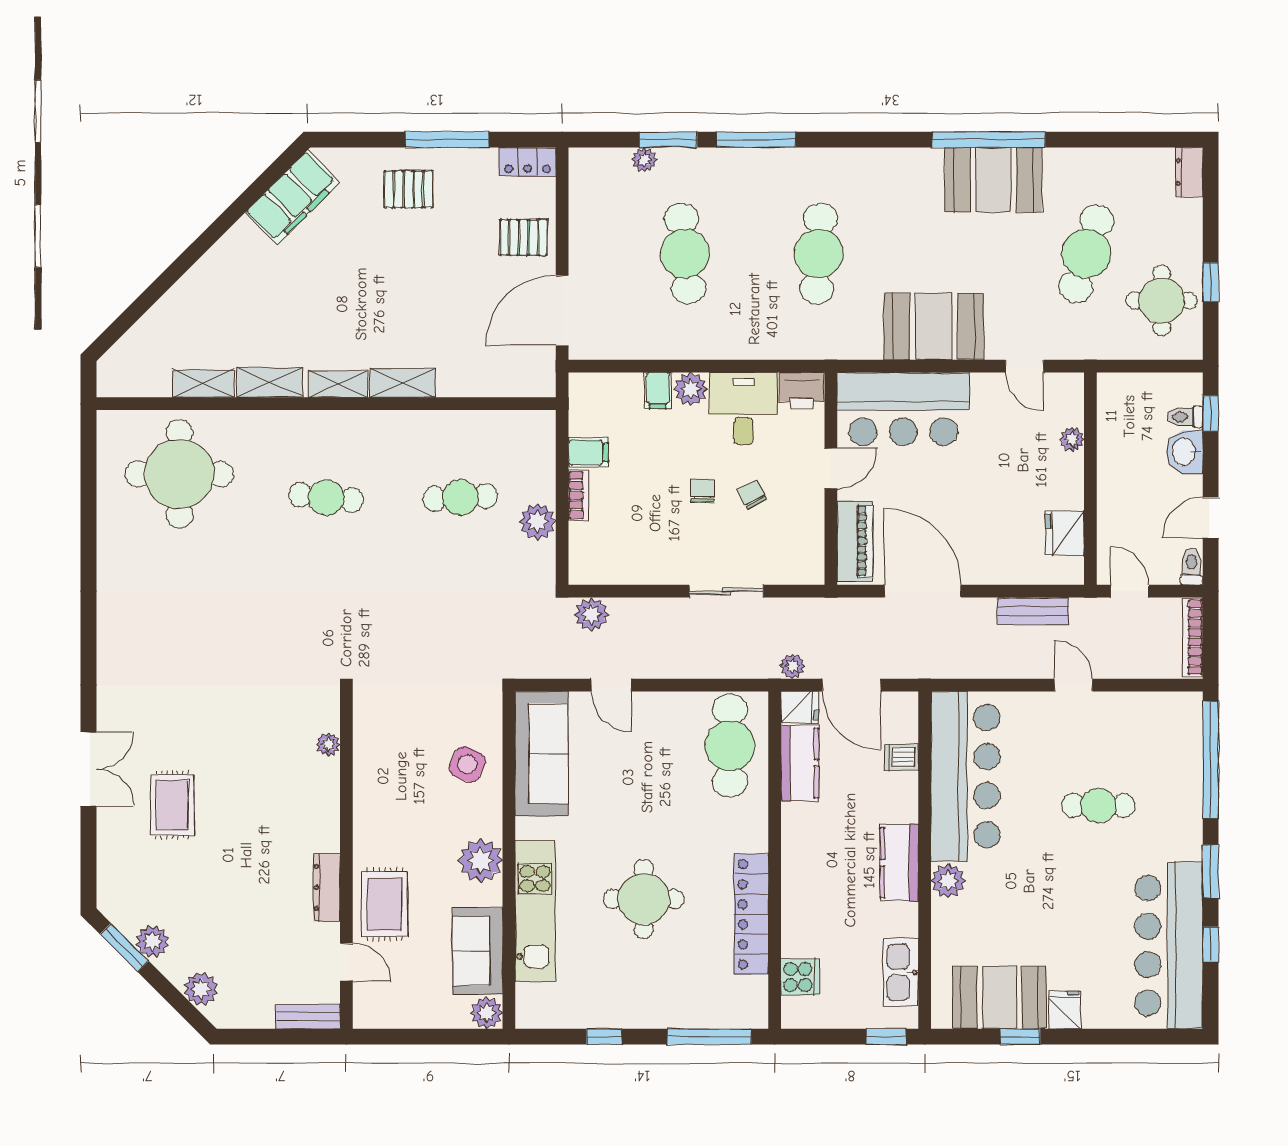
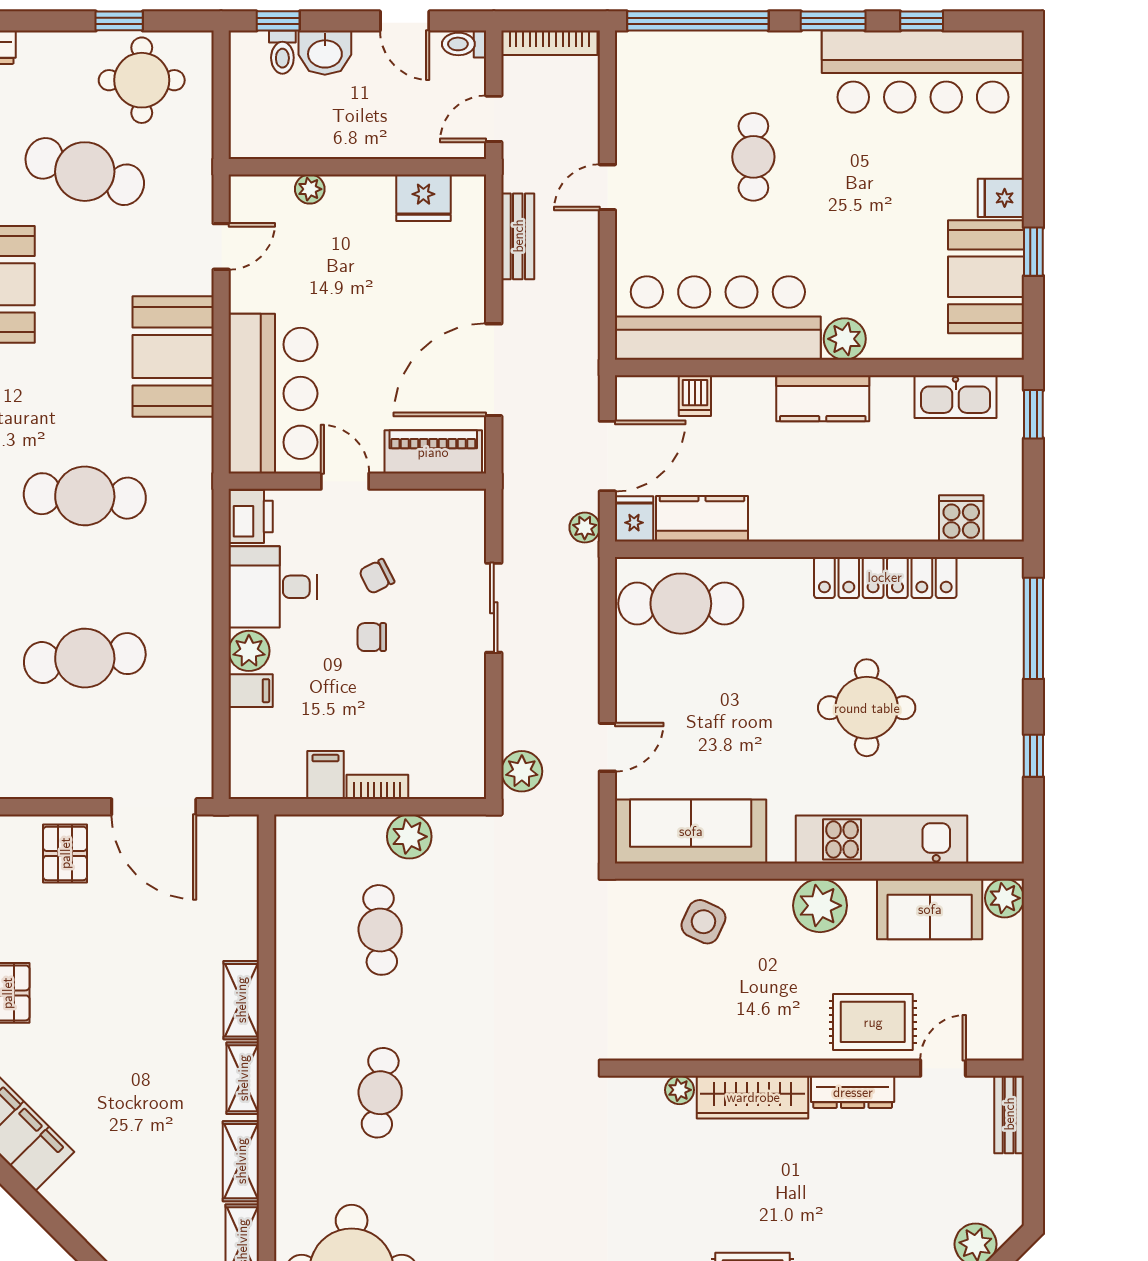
wardrobe: (322, 805) -> (753, 1097), added

